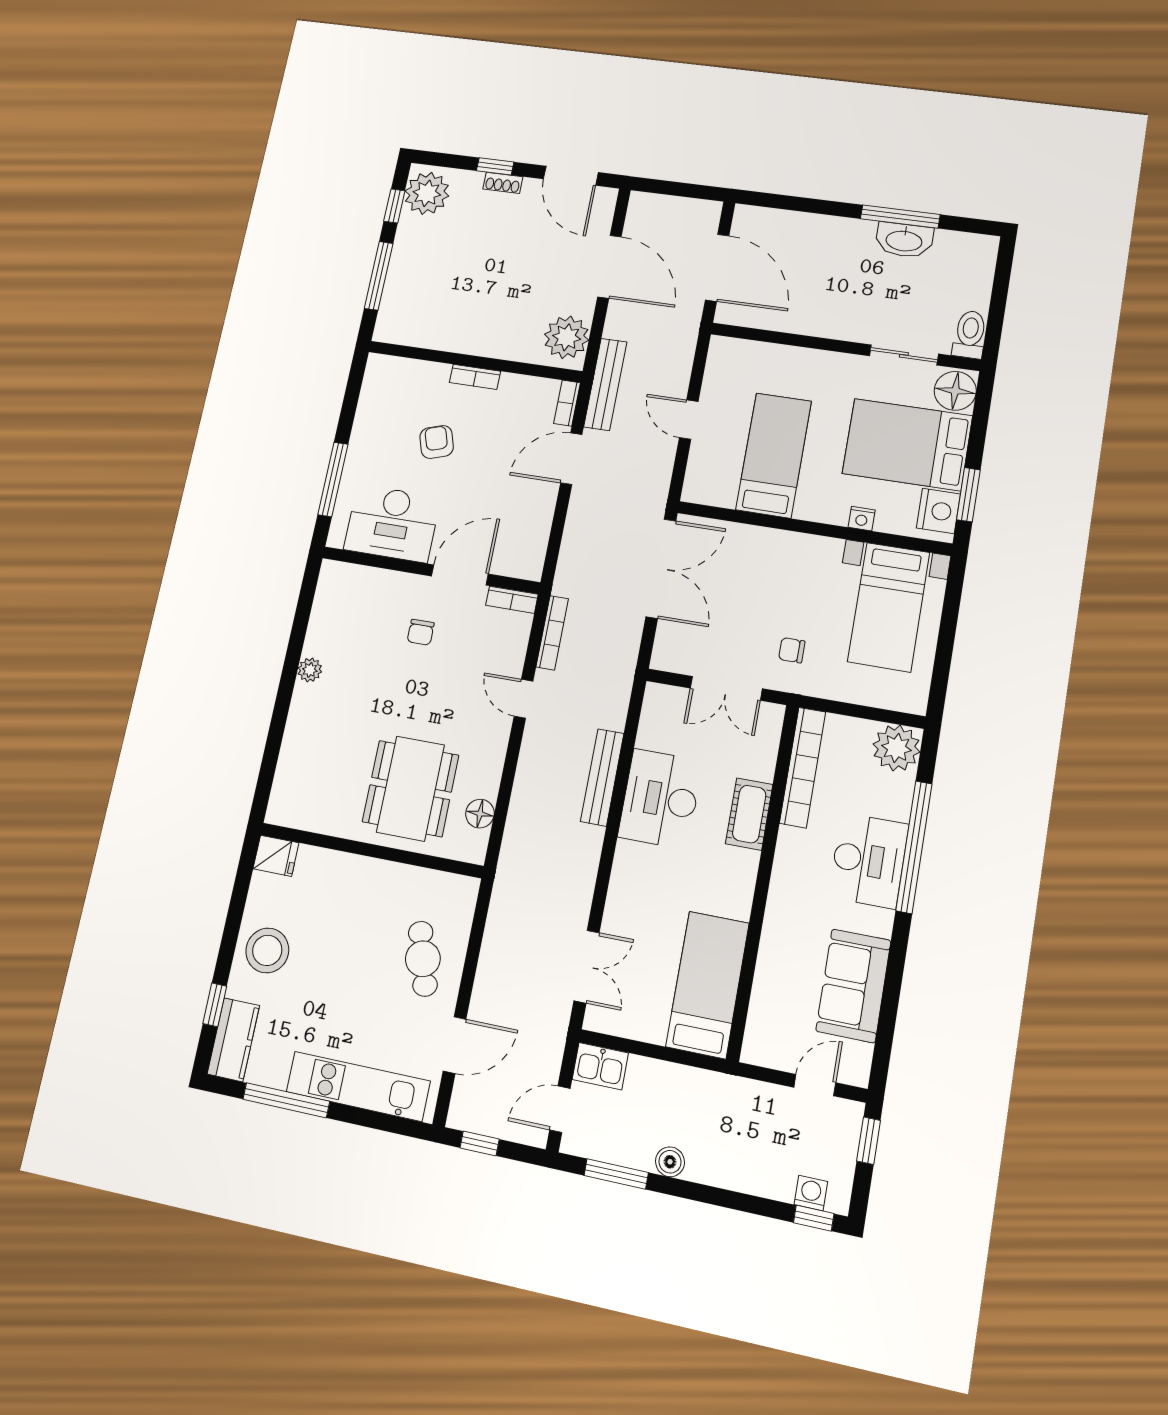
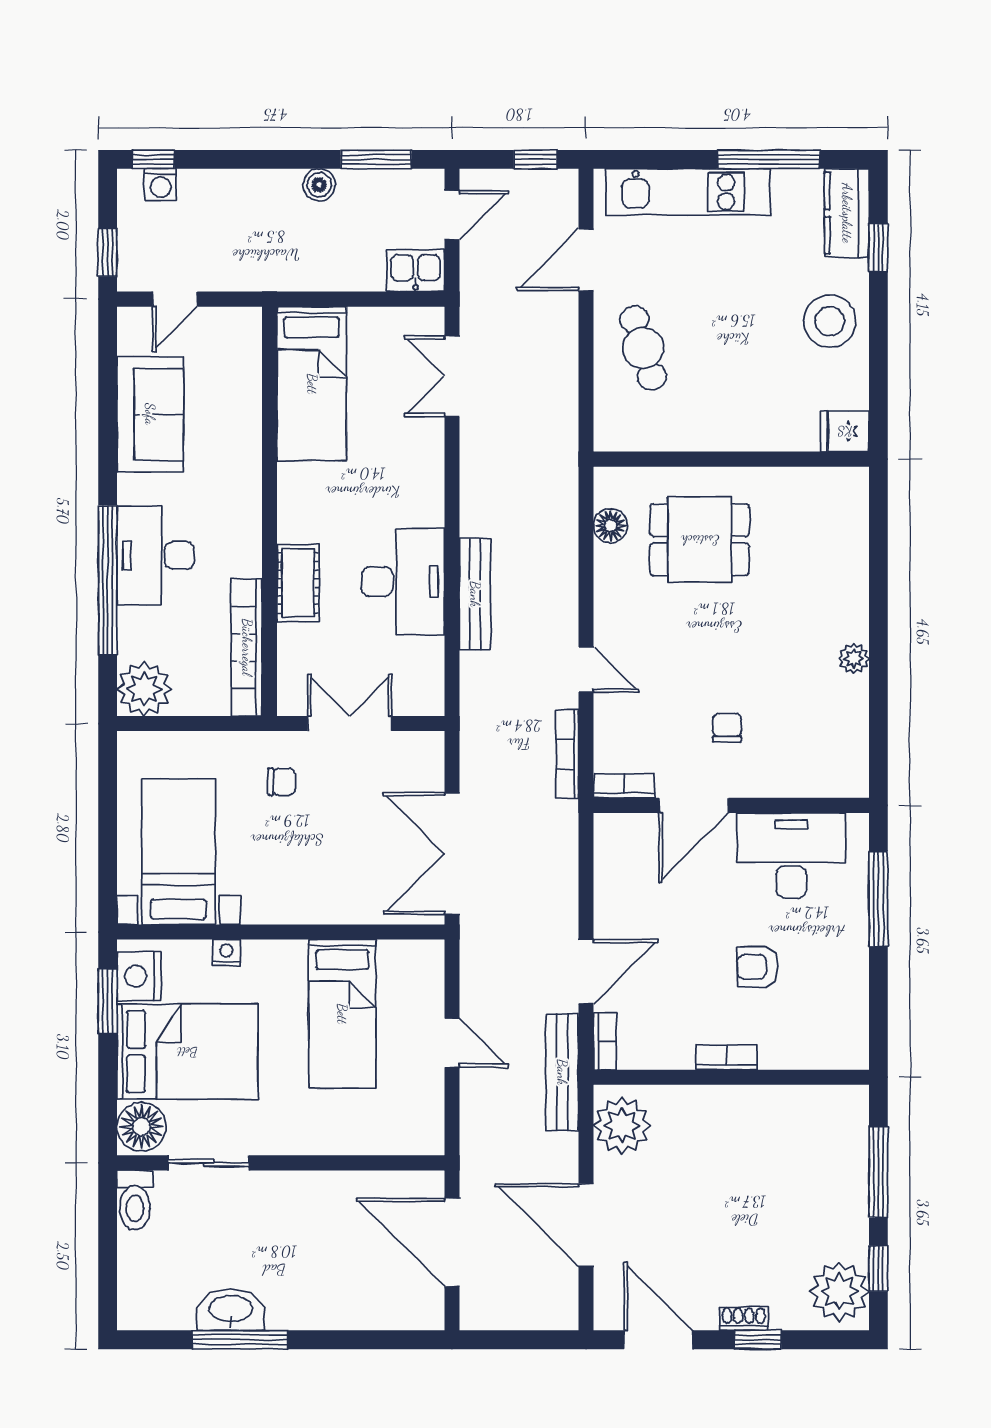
armchair: (437, 442) -> (758, 967), turned 108
dining table: (410, 788) -> (700, 540), width x0.73

